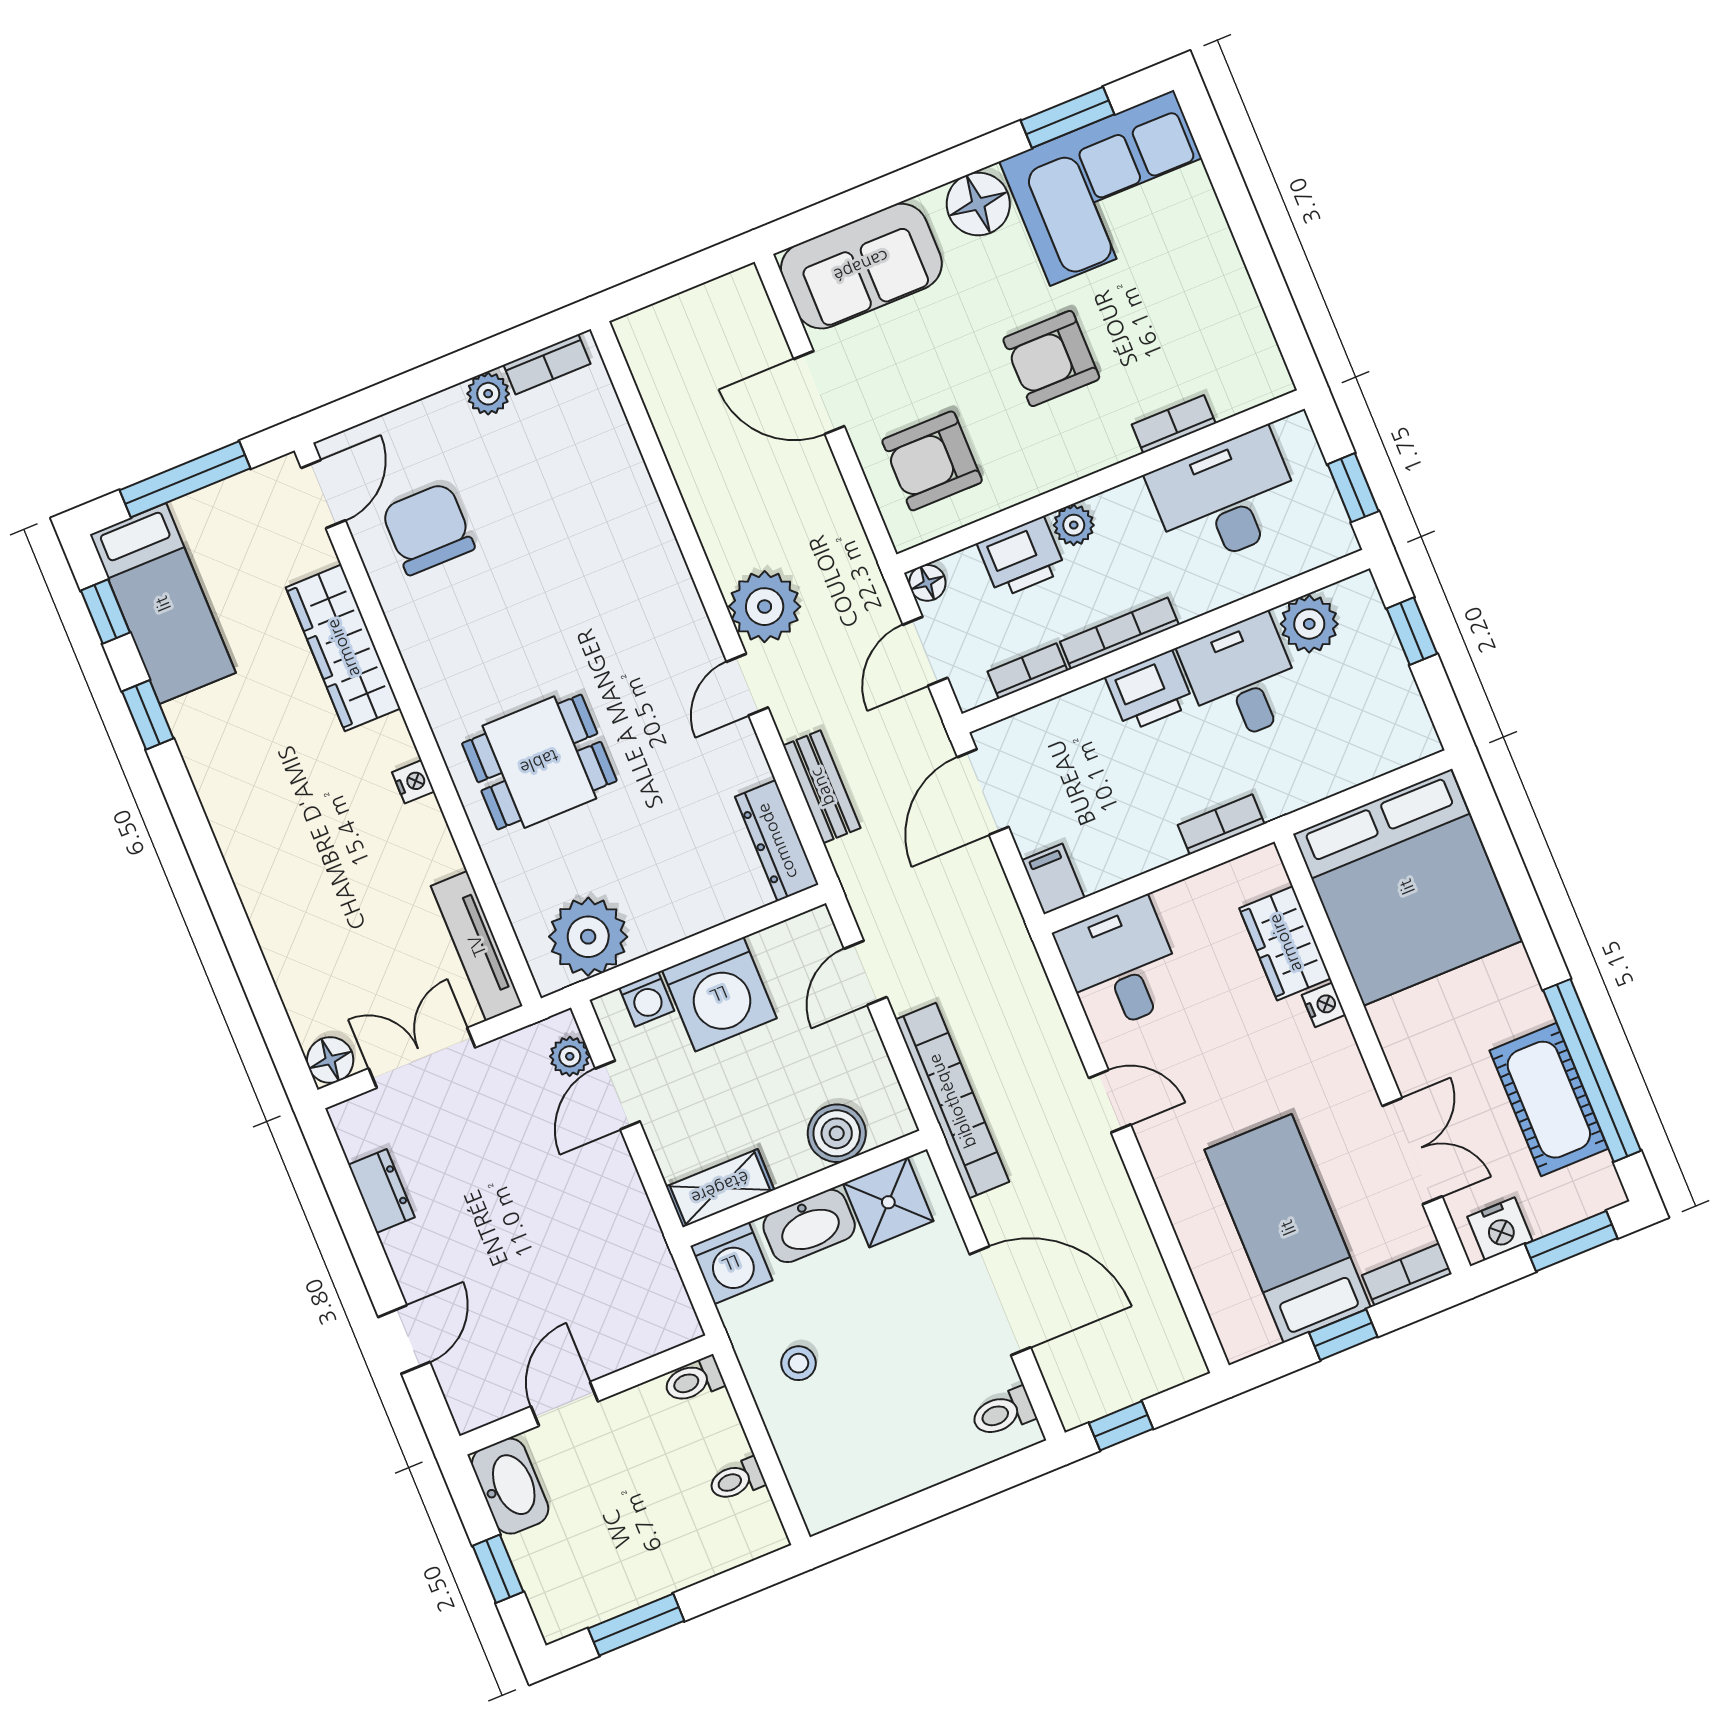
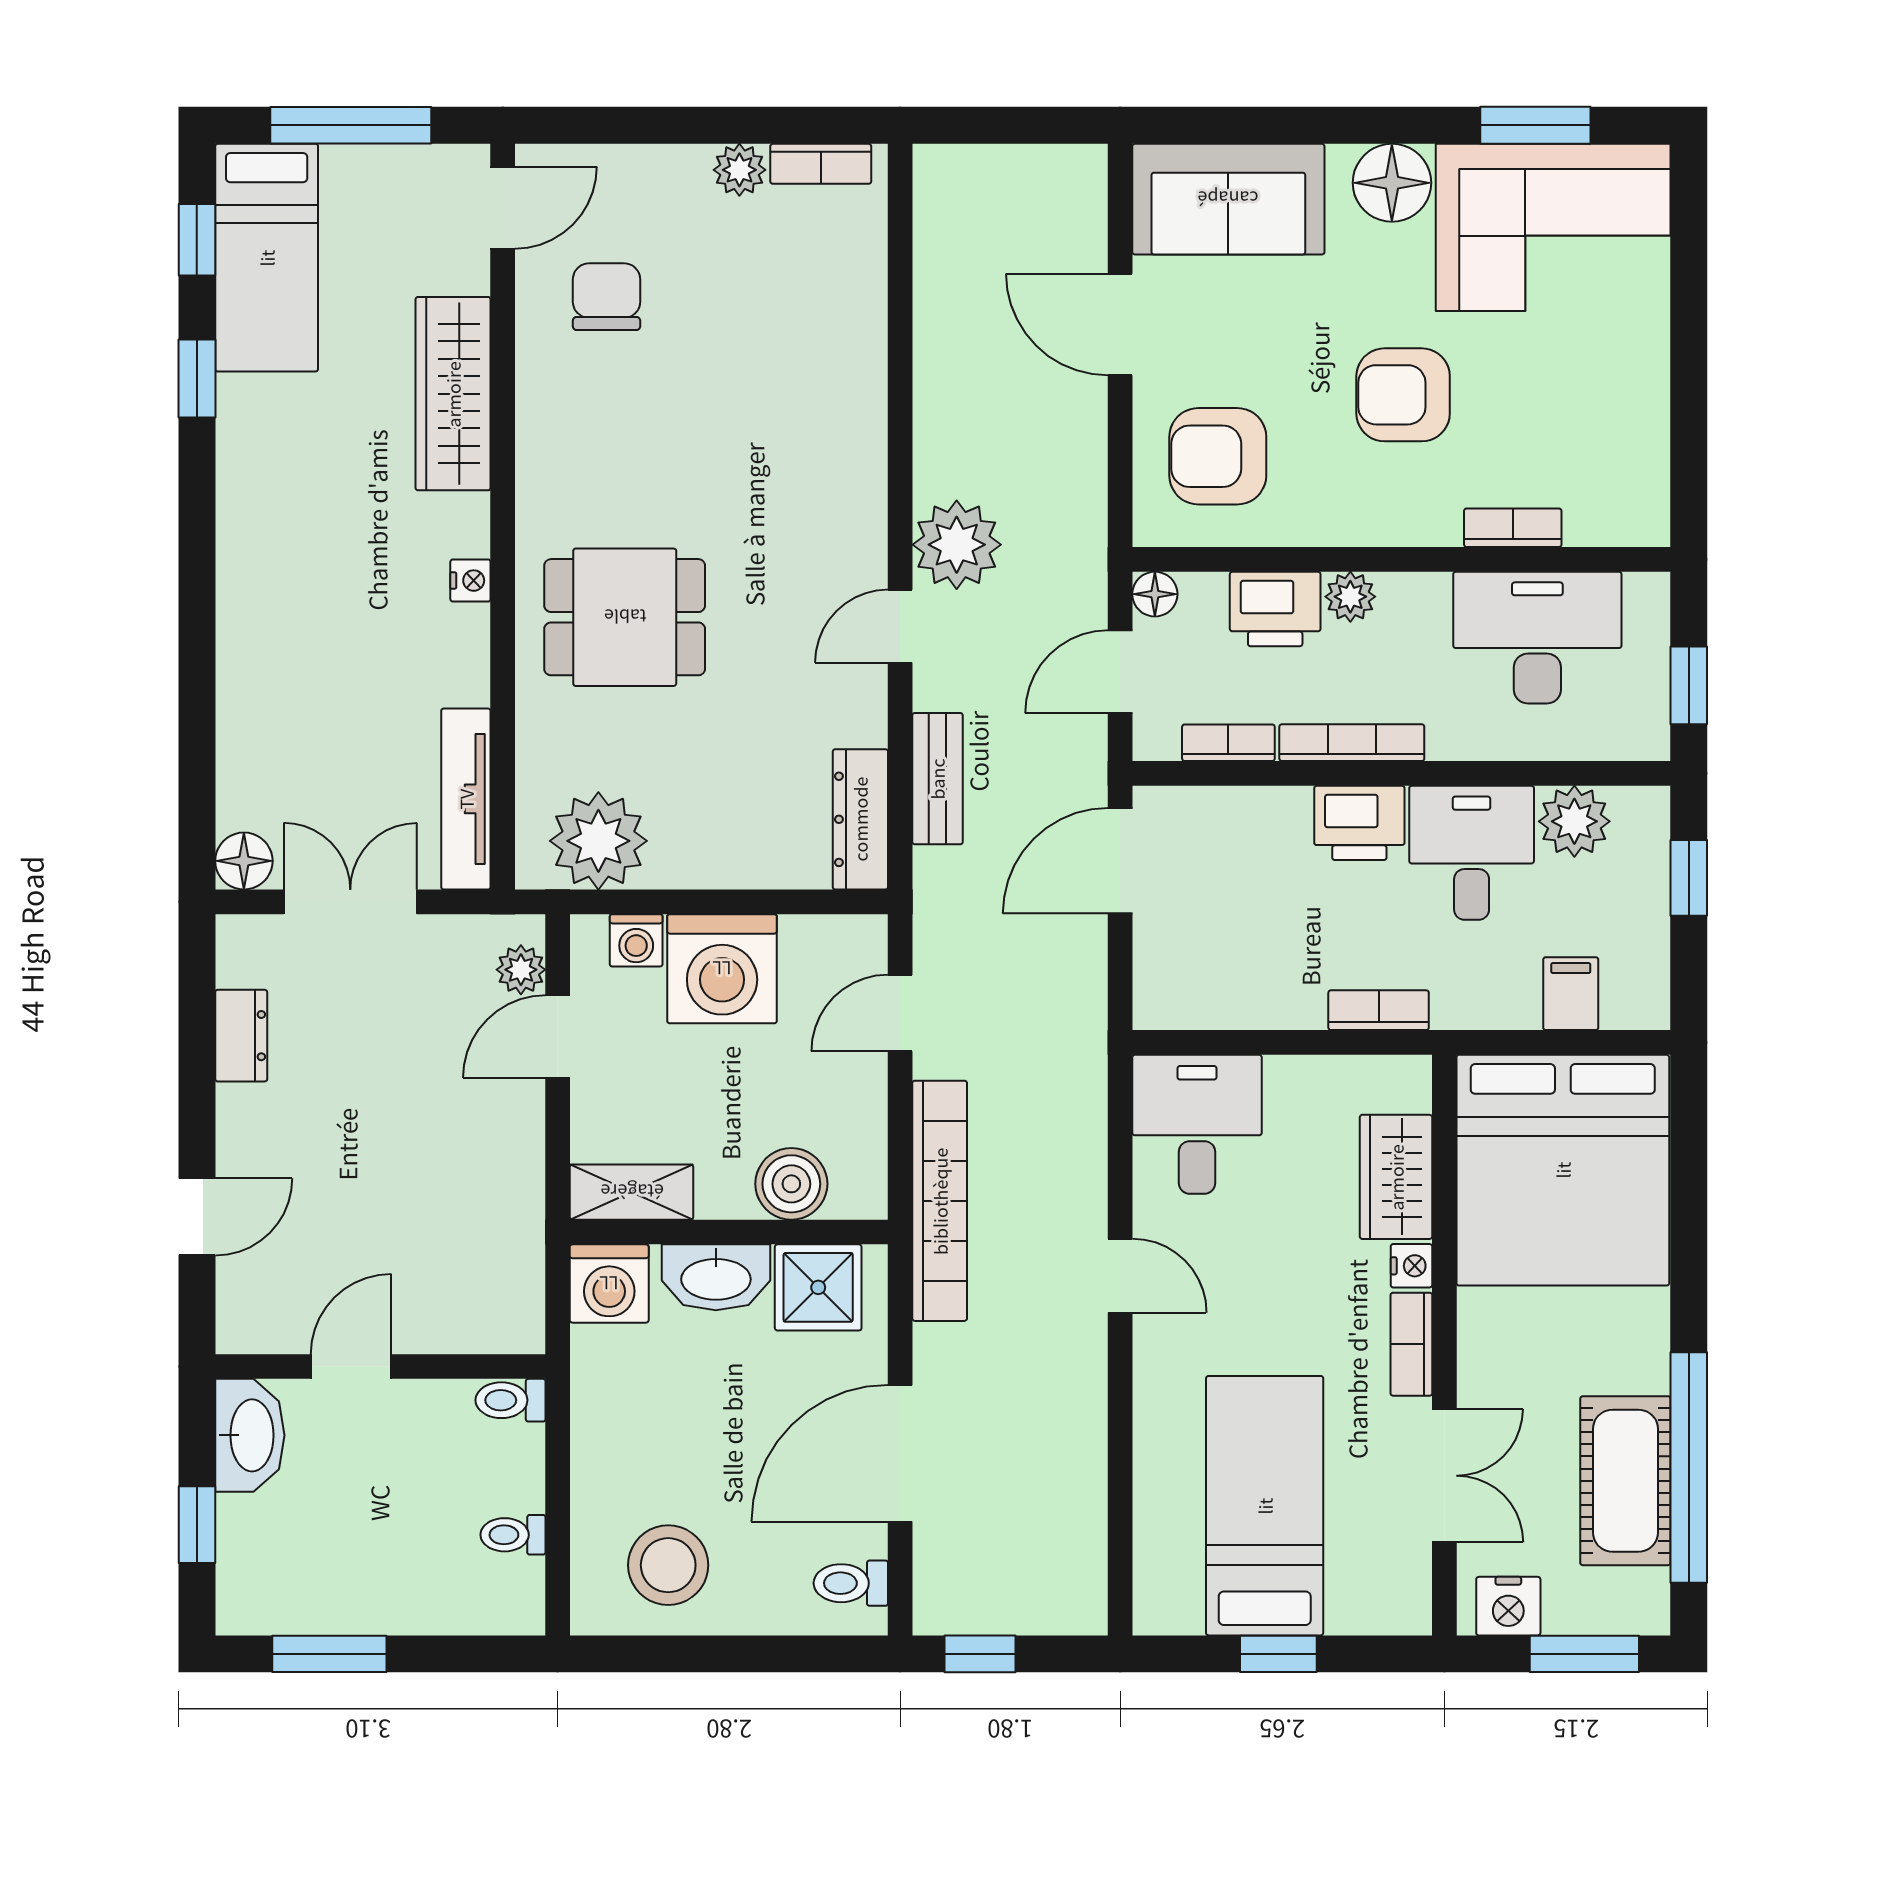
chair: (428, 529) -> (607, 297), width x0.73, depth x0.73
filing cabinet: (1053, 879) -> (1571, 994), moved
bookcase: (1407, 1275) -> (1411, 1344), moved, turned -90
door: (1000, 1301) -> (900, 1453), swing flipped
stool: (799, 1363) -> (668, 1565), moved, width x1.89, depth x1.89

